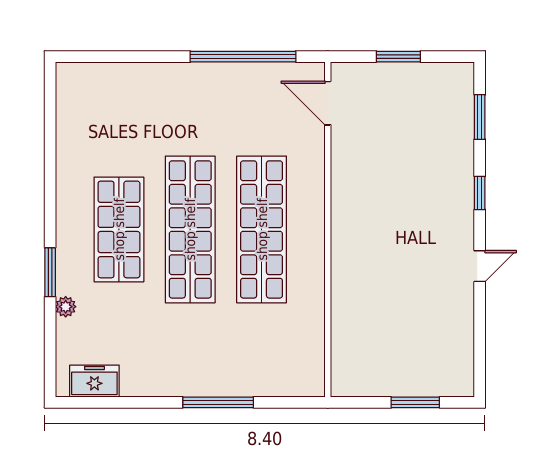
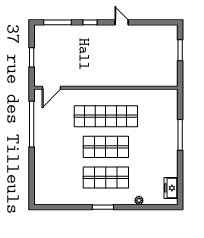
window: (480, 117) -> (57, 22), width x1.44
shop shelf: (190, 229) -> (106, 147), width x0.71
window: (50, 272) -> (103, 207), moved

